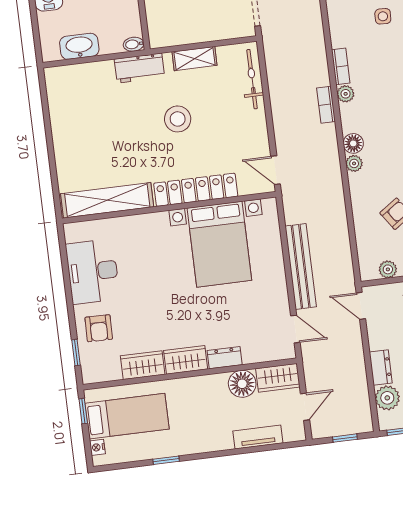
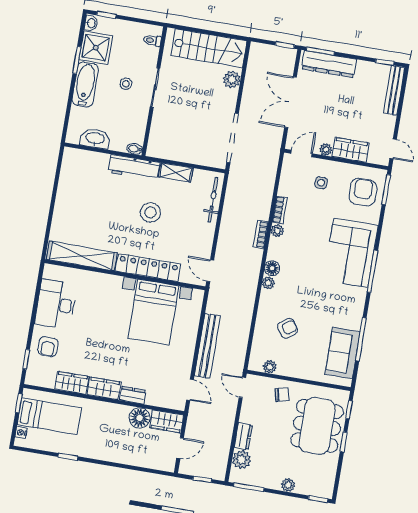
workbench: (139, 68) -> (134, 167), width x1.38
tv unit: (258, 437) -> (139, 460), removed

